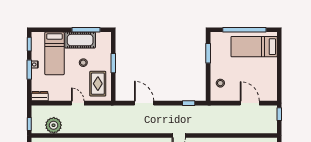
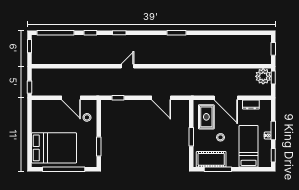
cot: (80, 40) -> (211, 159), moved
bed: (254, 47) -> (54, 148), width x1.50
dresser: (40, 96) -> (251, 105), moved
door: (78, 103) -> (226, 98), width x1.88
door: (250, 103) -> (71, 98), moved
plant: (54, 125) -> (263, 76), moved

